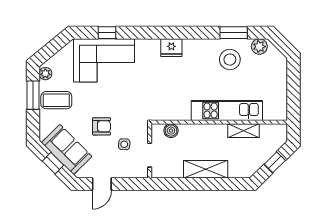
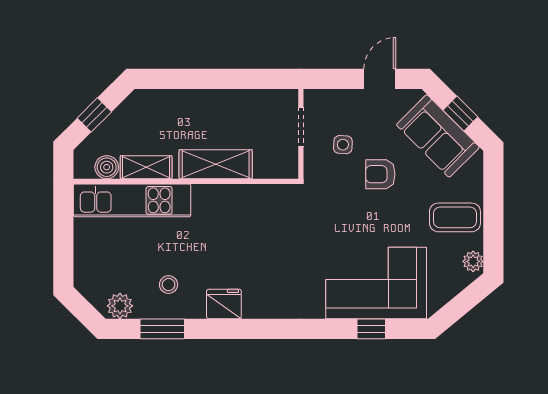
fridge: (171, 48) -> (224, 304), moved
stool: (230, 60) -> (169, 285), width x0.53, depth x0.53
window: (33, 95) -> (493, 226), removed
kitchen unit: (227, 110) -> (132, 200), moved
boiler: (171, 131) -> (107, 167), moved
shelving: (206, 169) -> (216, 164), moved

